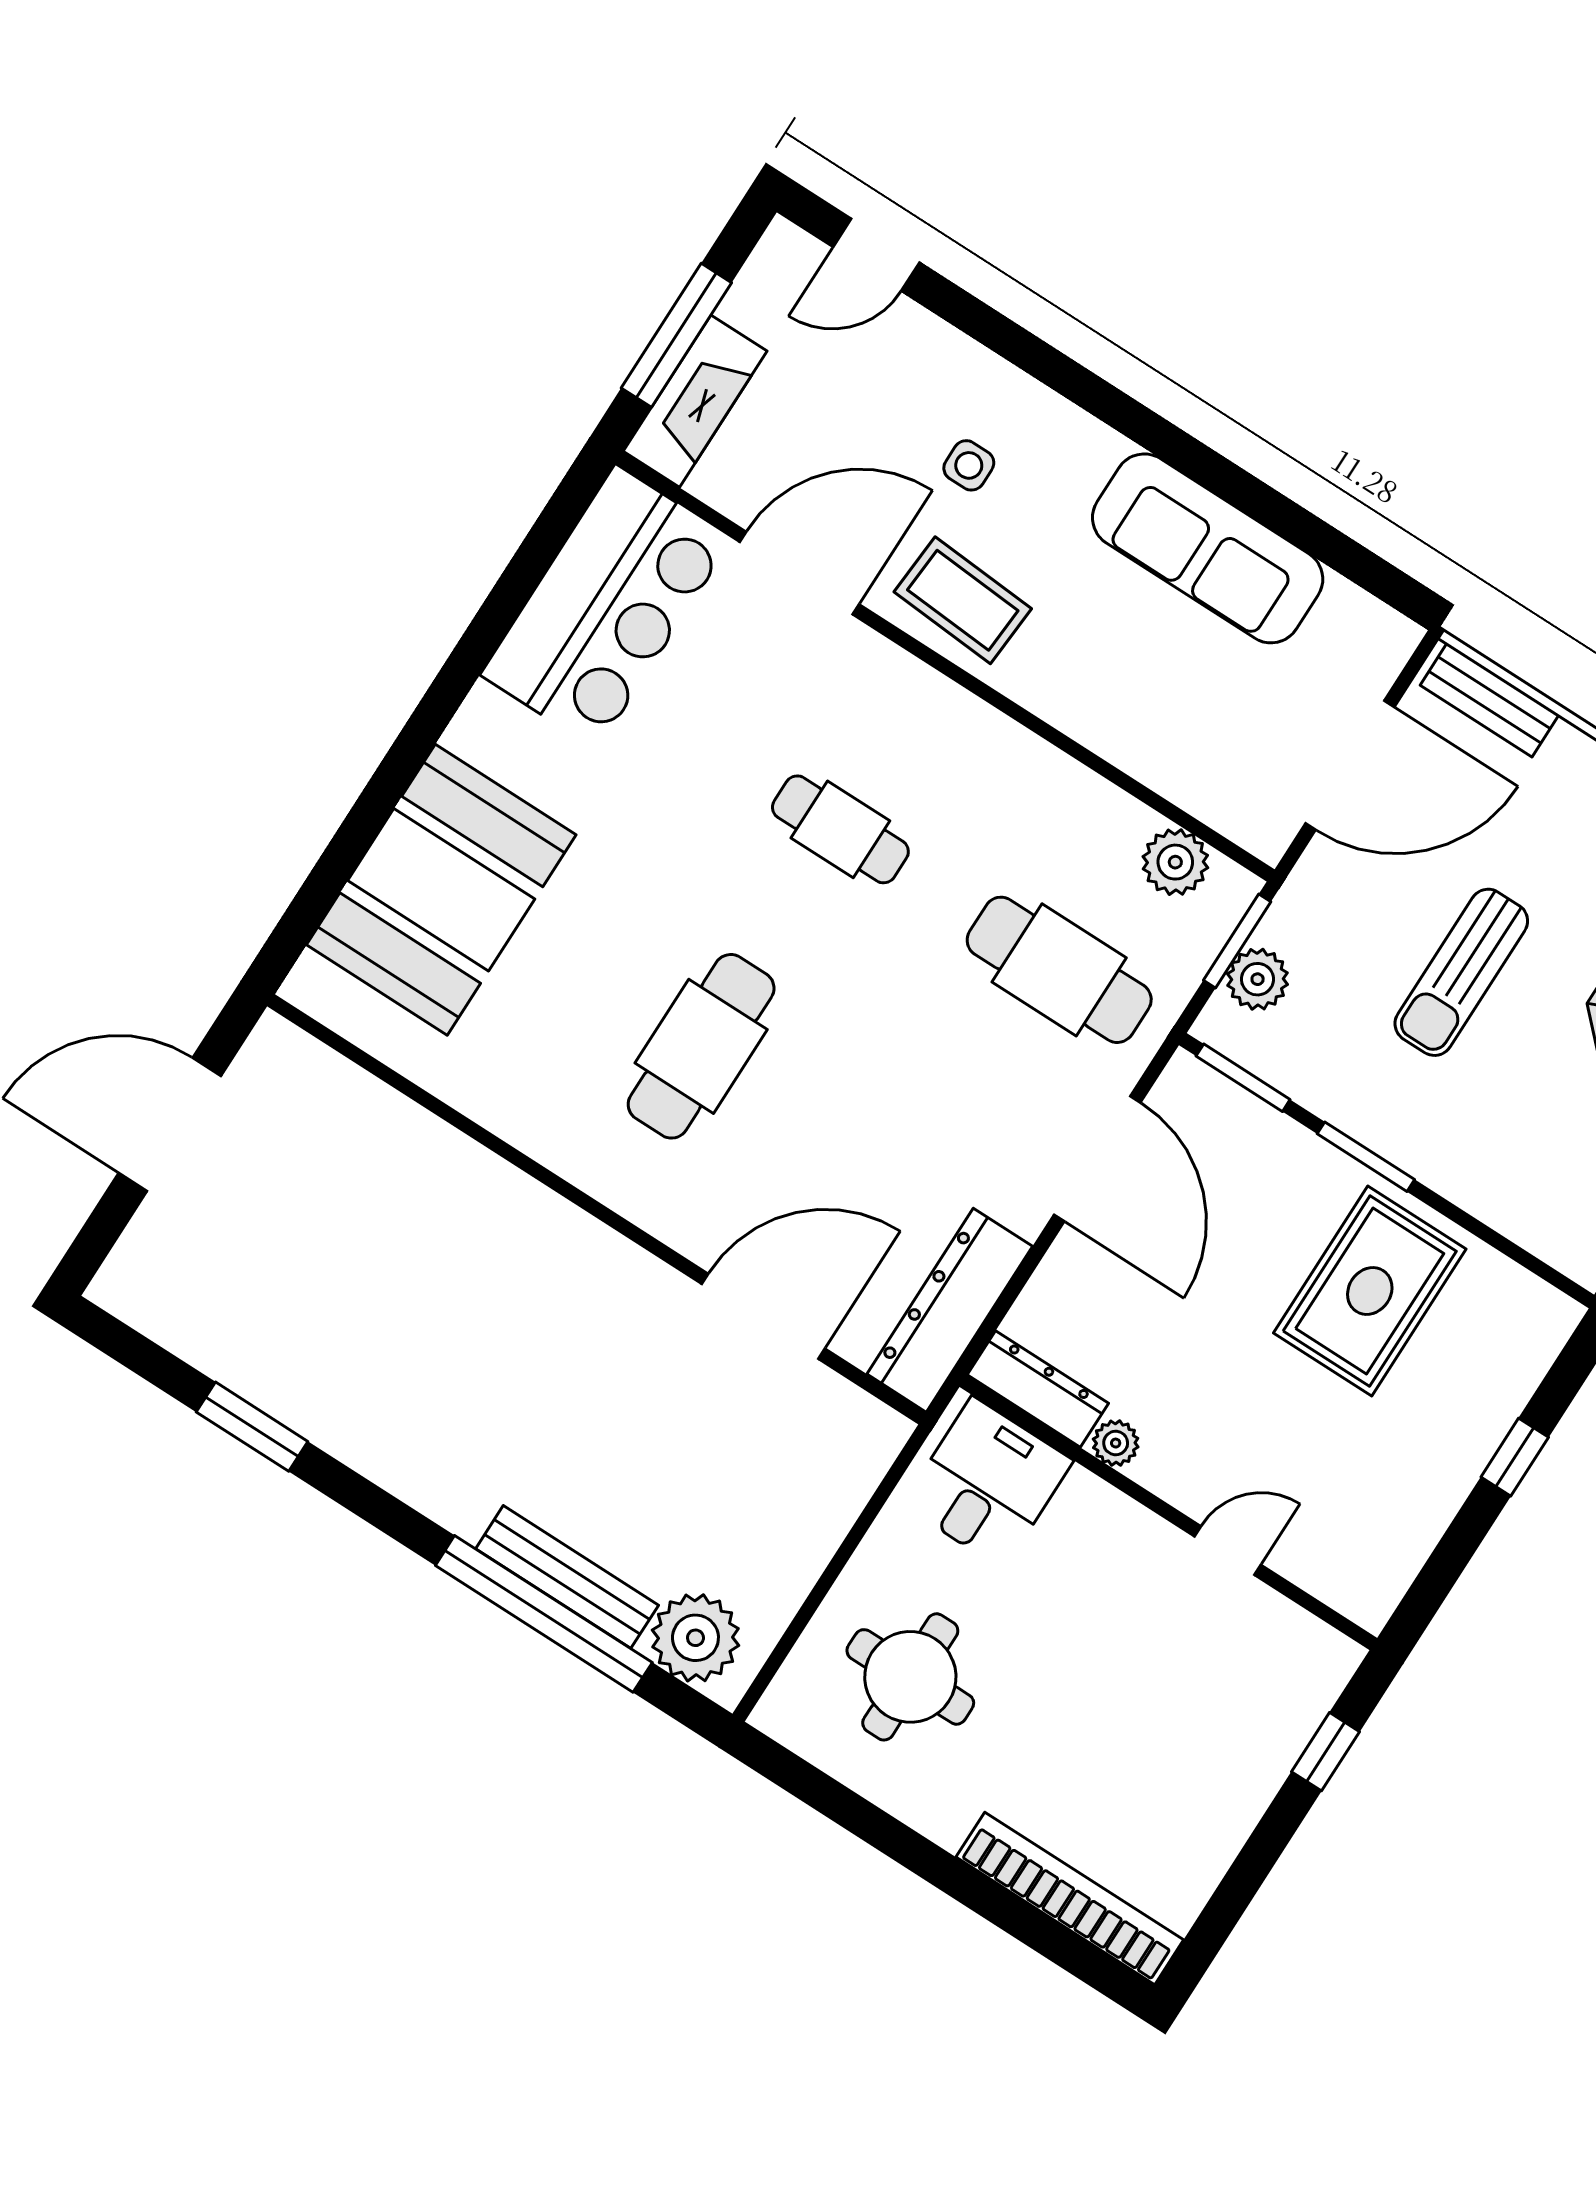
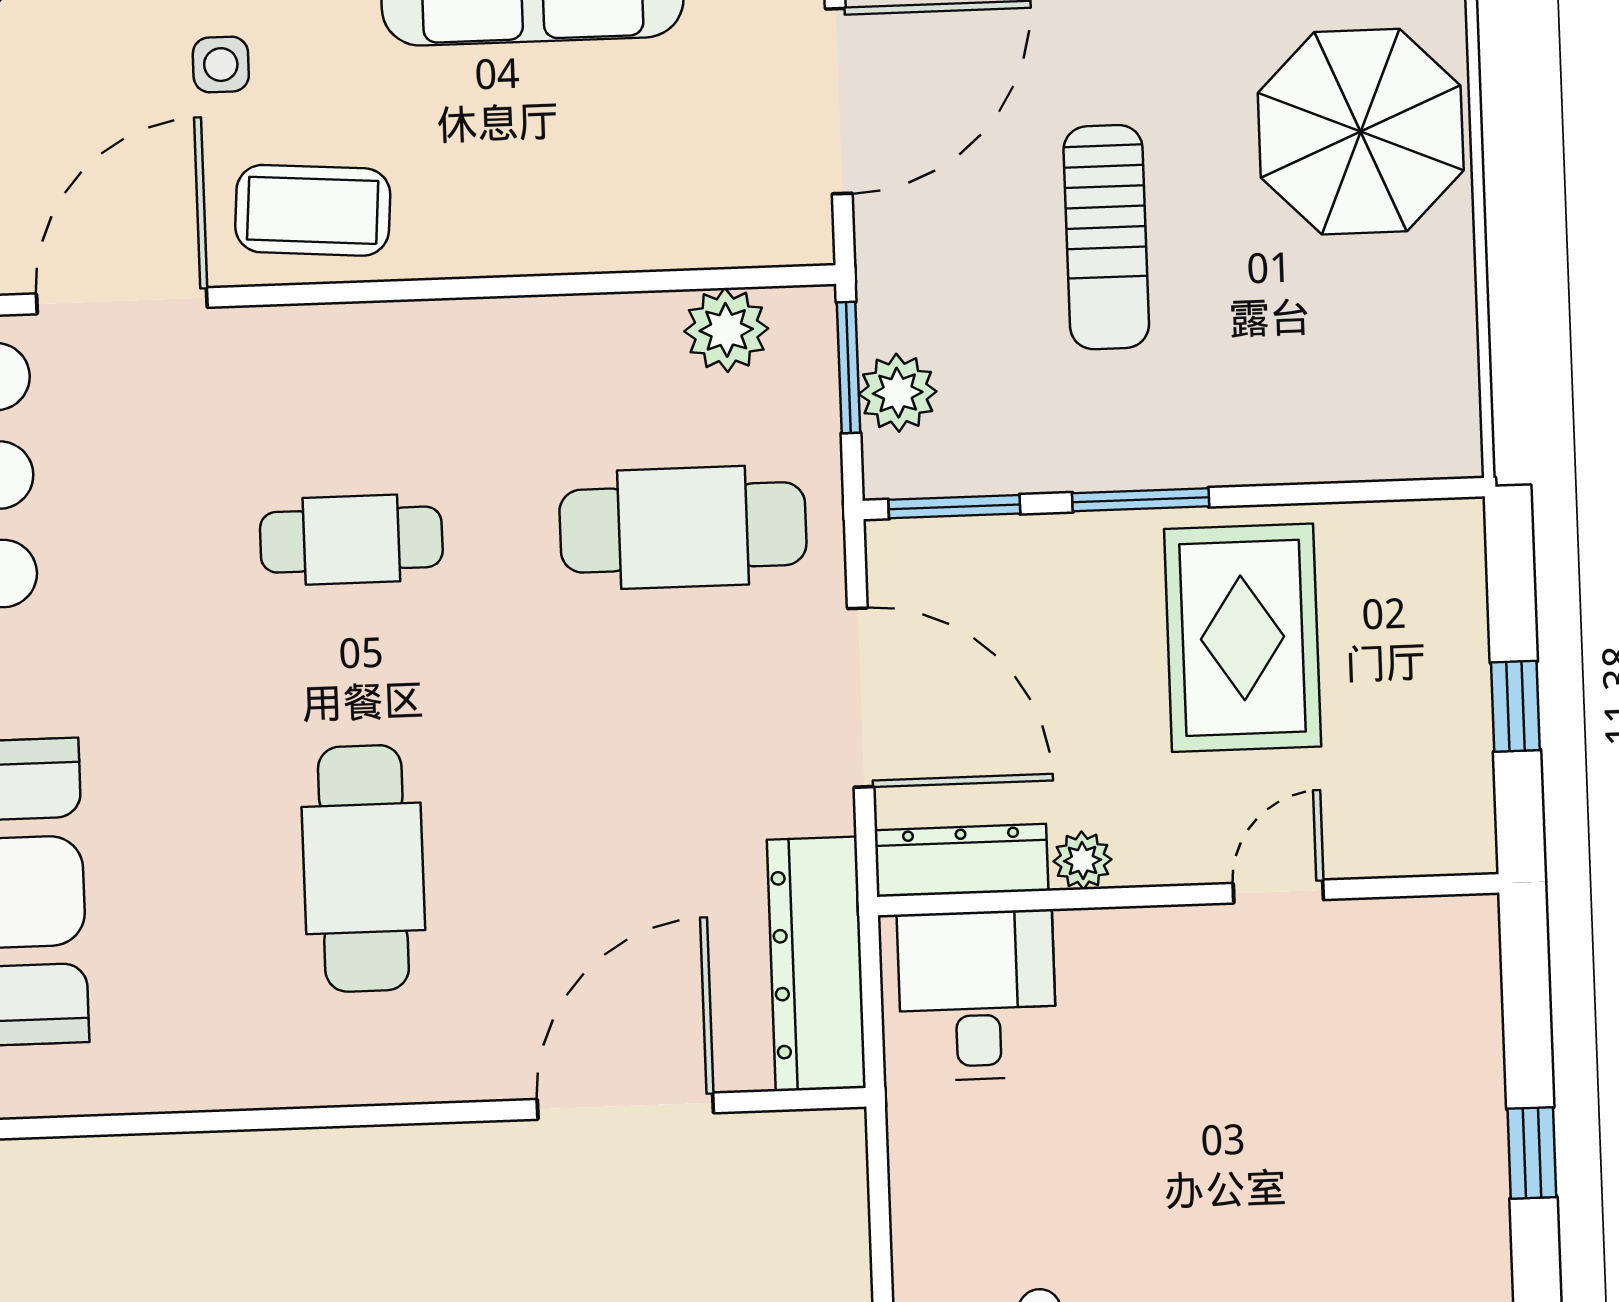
dresser: (1038, 1389) -> (961, 860), moved
plant: (1116, 1443) -> (1082, 860), moved
desk: (988, 1483) -> (977, 995), moved
wall: (1168, 1512) -> (1188, 895), moved
door: (1228, 1551) -> (1278, 891), moved

